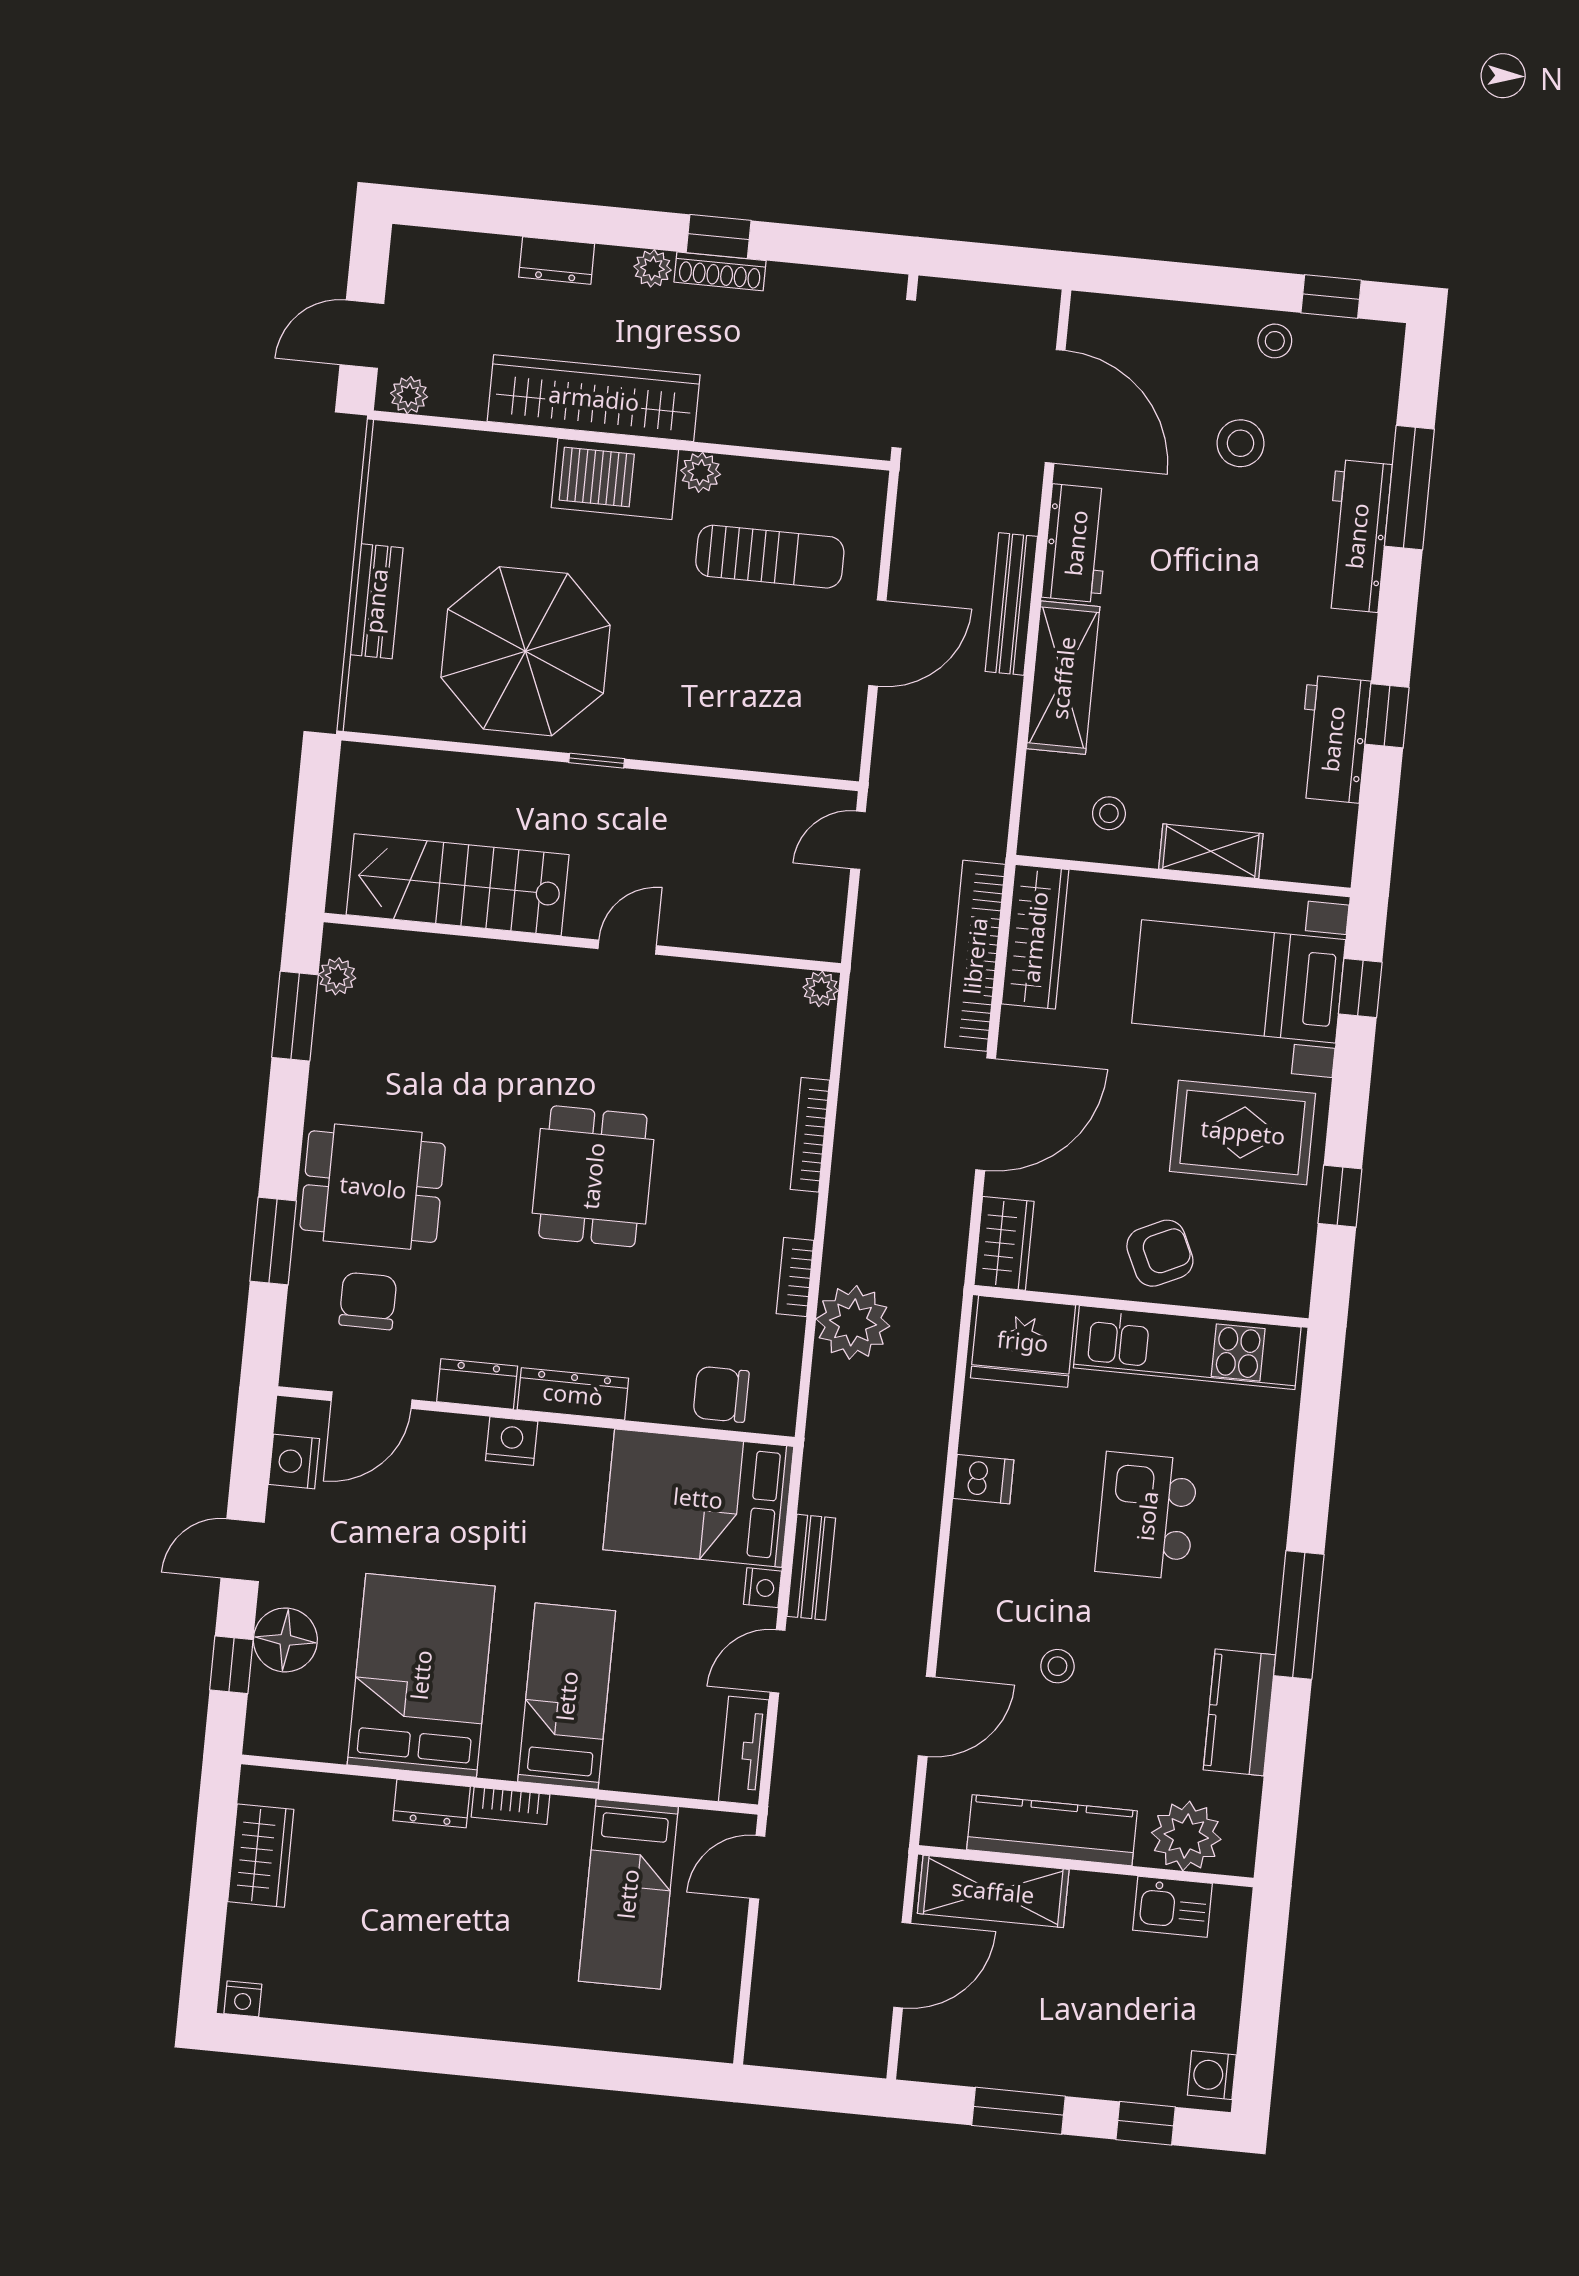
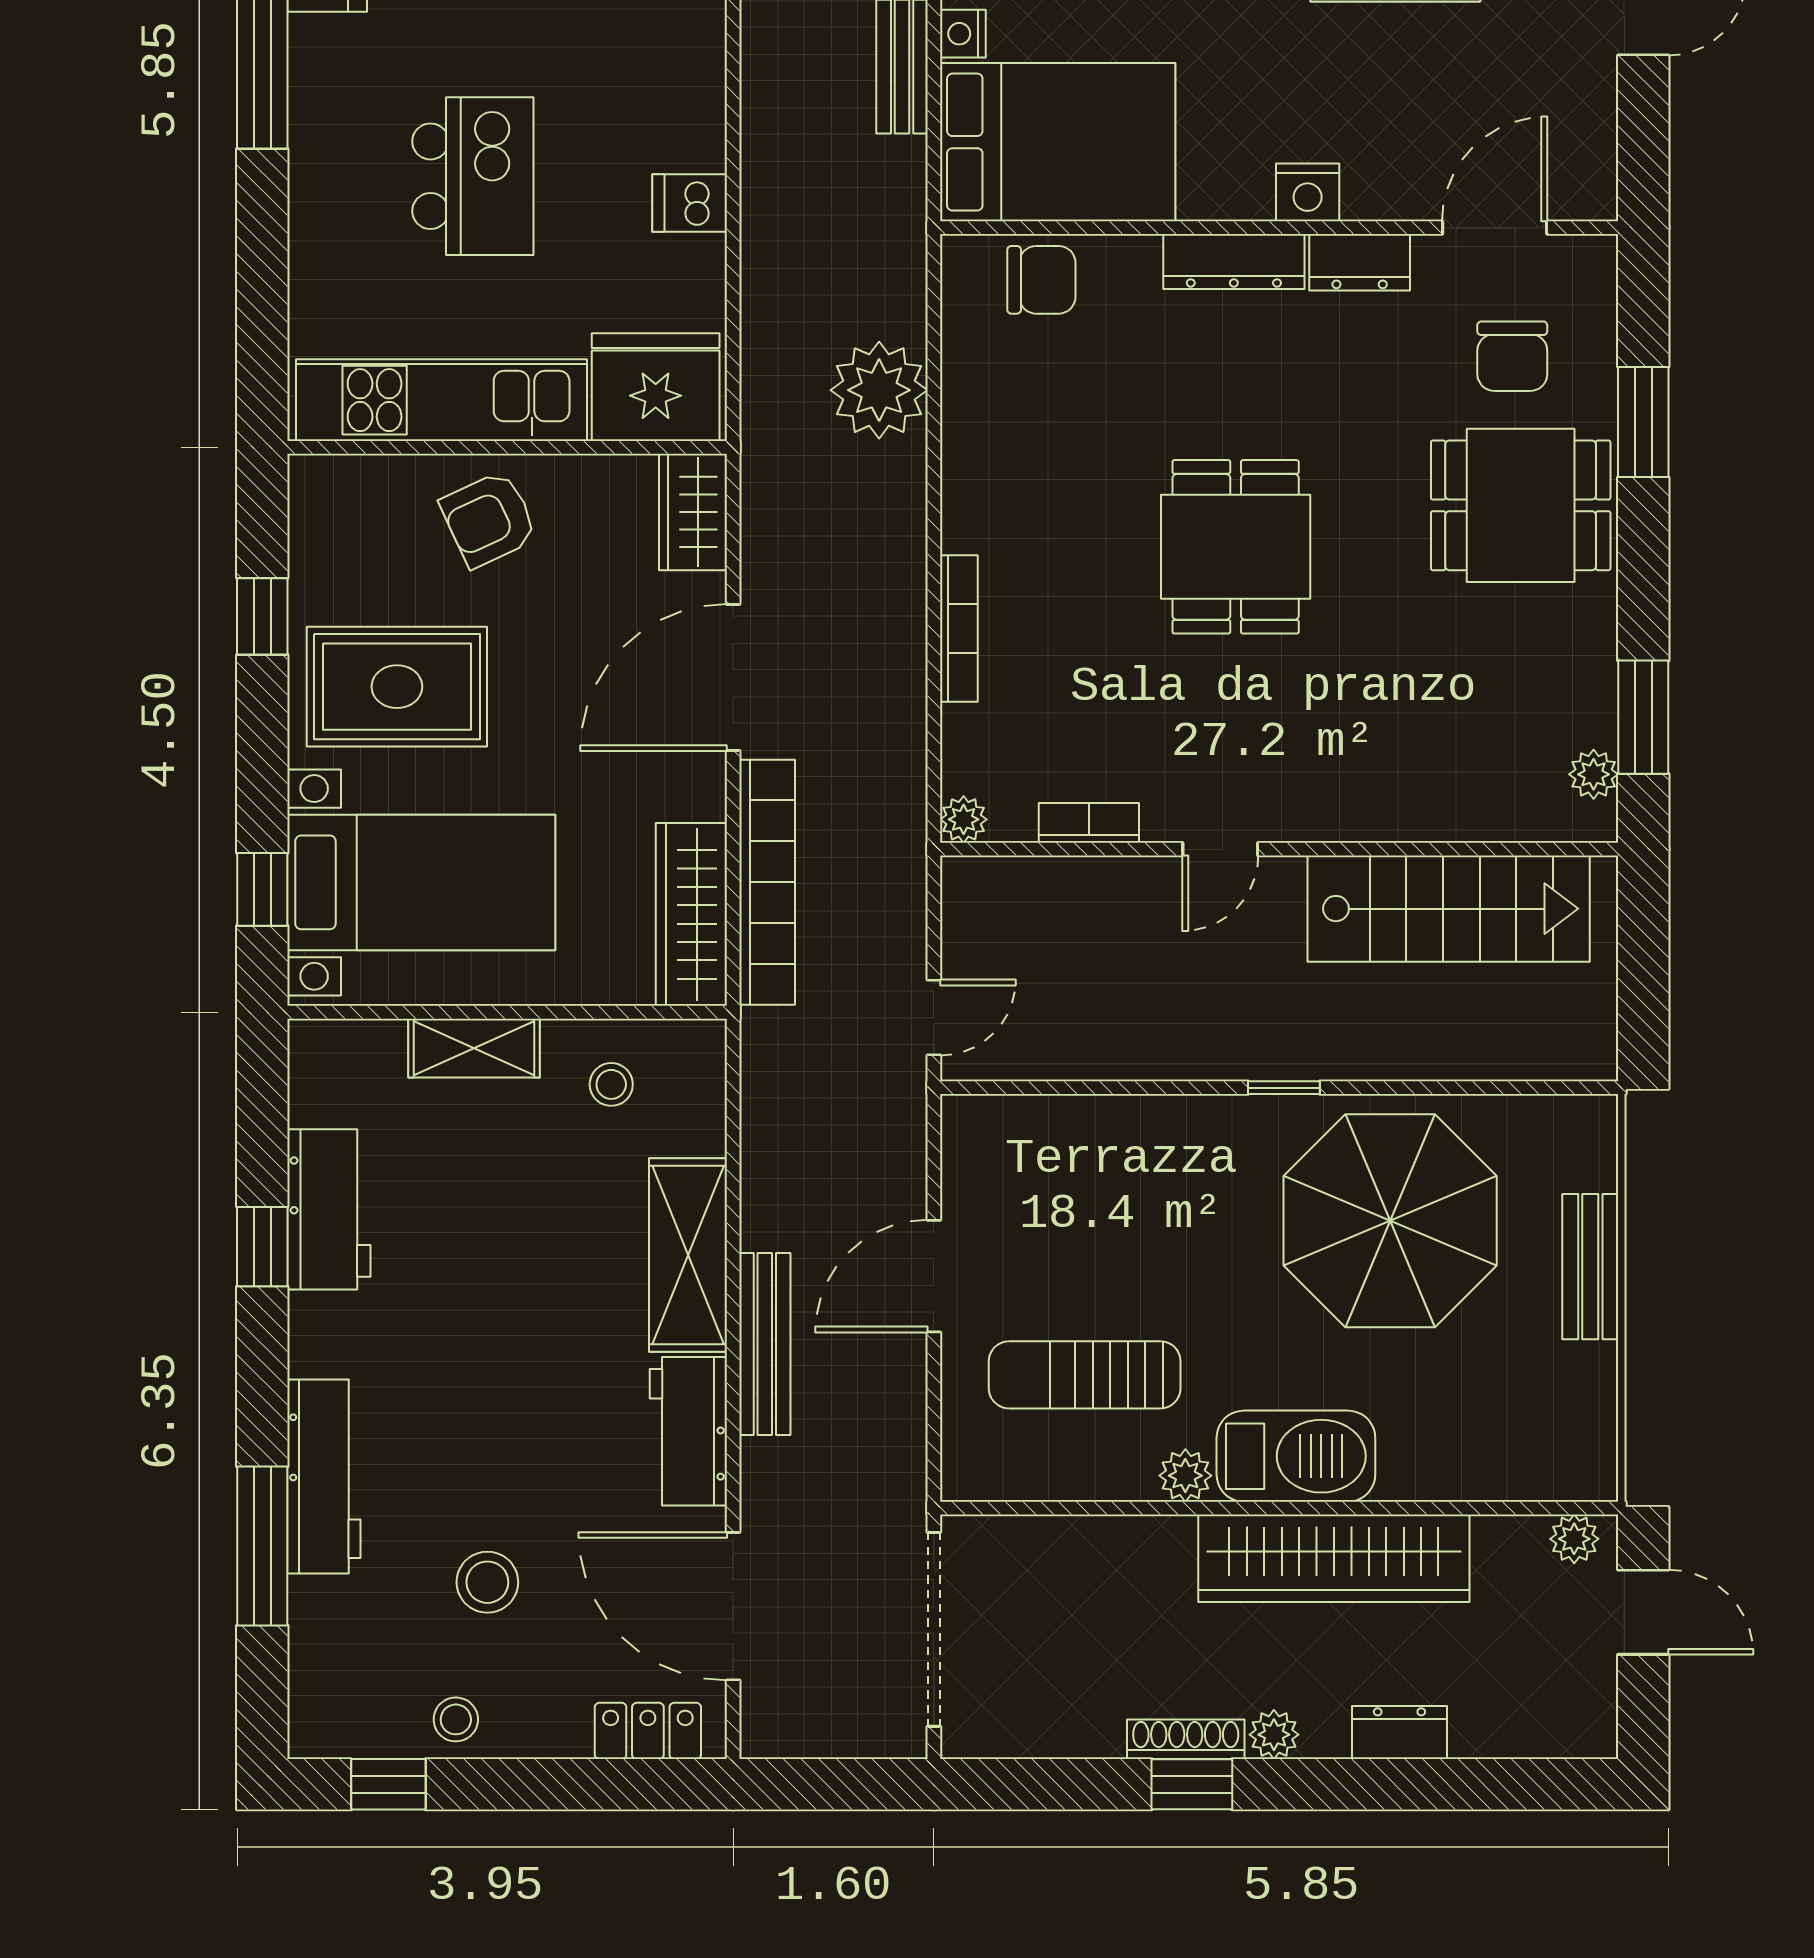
locker: (1129, 318) -> (648, 1731), added
door: (362, 334) -> (1643, 1612), hinge flipped
bookcase: (795, 1277) -> (1089, 823), moved, turned -90
nightstand: (294, 1462) -> (1588, 138), removed

